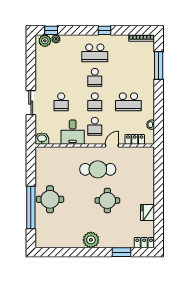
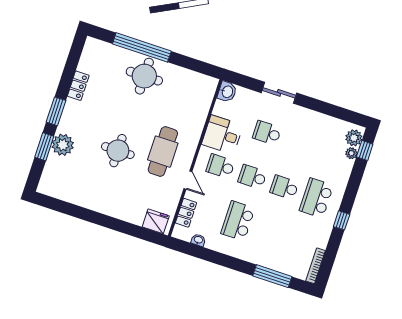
fridge: (147, 212) -> (156, 221), moved
plant: (91, 240) -> (63, 145), moved
locker: (144, 243) -> (78, 86), moved
window: (94, 252) -> (56, 111), added

